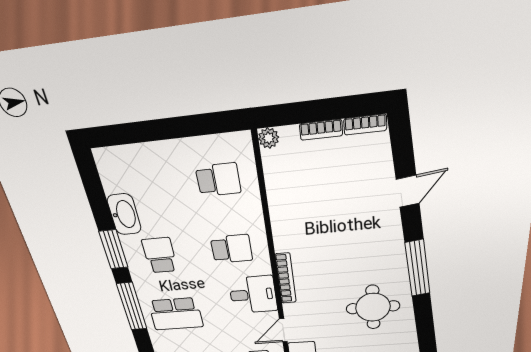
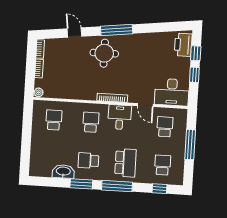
round table: (373, 307) -> (104, 53), moved

